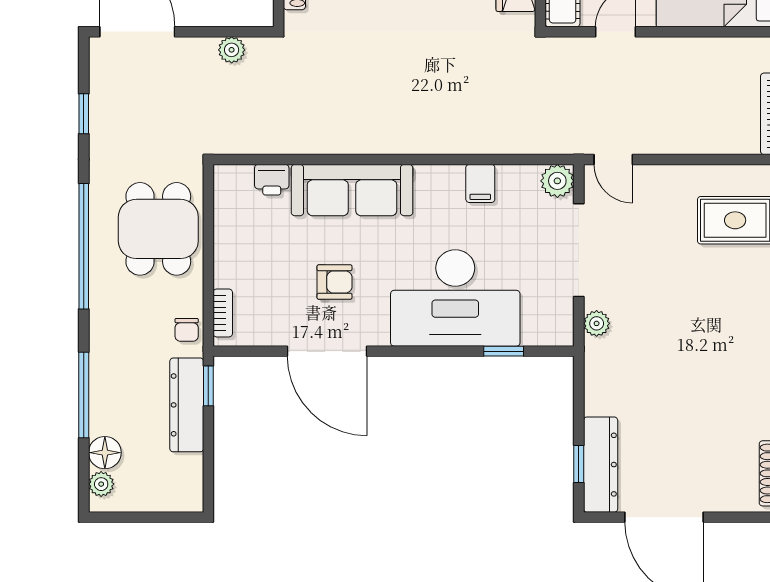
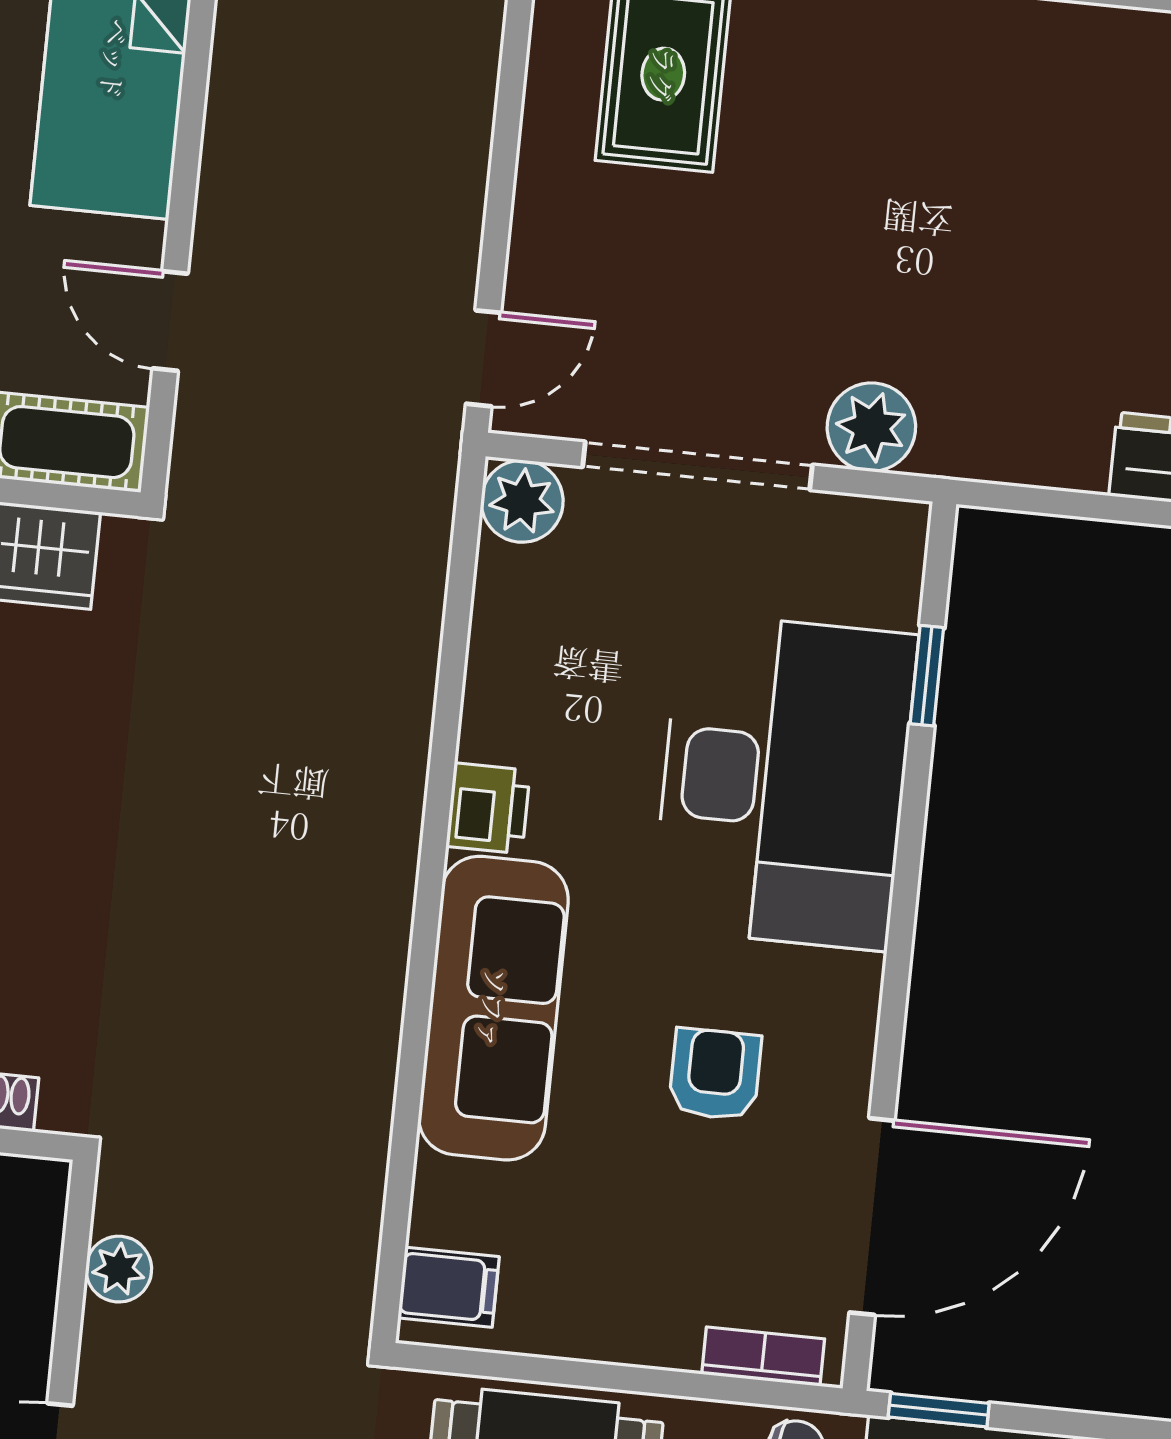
printer: (272, 180) -> (488, 808), moved
filing cabinet: (480, 183) -> (449, 1287), moved
plant: (597, 323) -> (871, 427), width x1.38, depth x1.38
door: (327, 351) -> (872, 1217), moved

